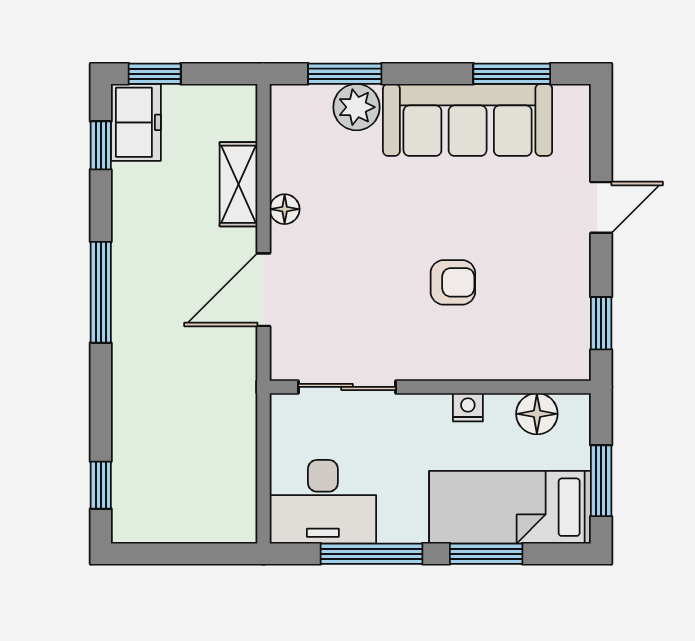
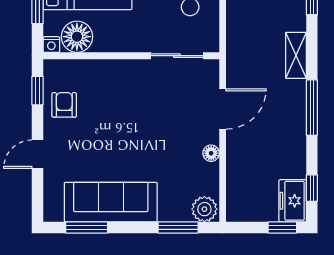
plant: (356, 107) -> (204, 209), moved
shelving: (238, 184) -> (296, 55), moved
armchair: (453, 282) -> (64, 105), moved, turned 90
nightstand: (468, 407) -> (51, 45), moved
floor lamp: (537, 414) -> (77, 37), width x1.38, depth x1.38

